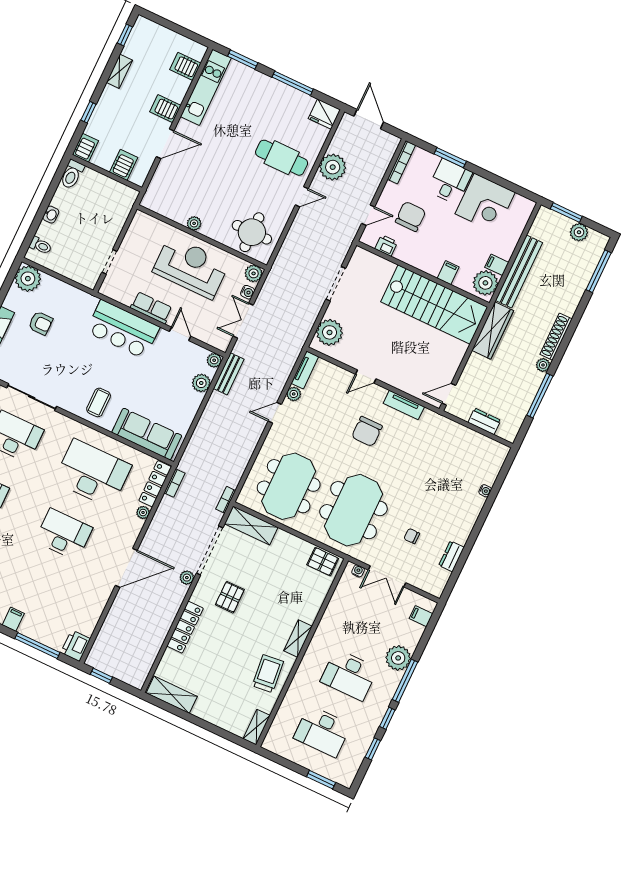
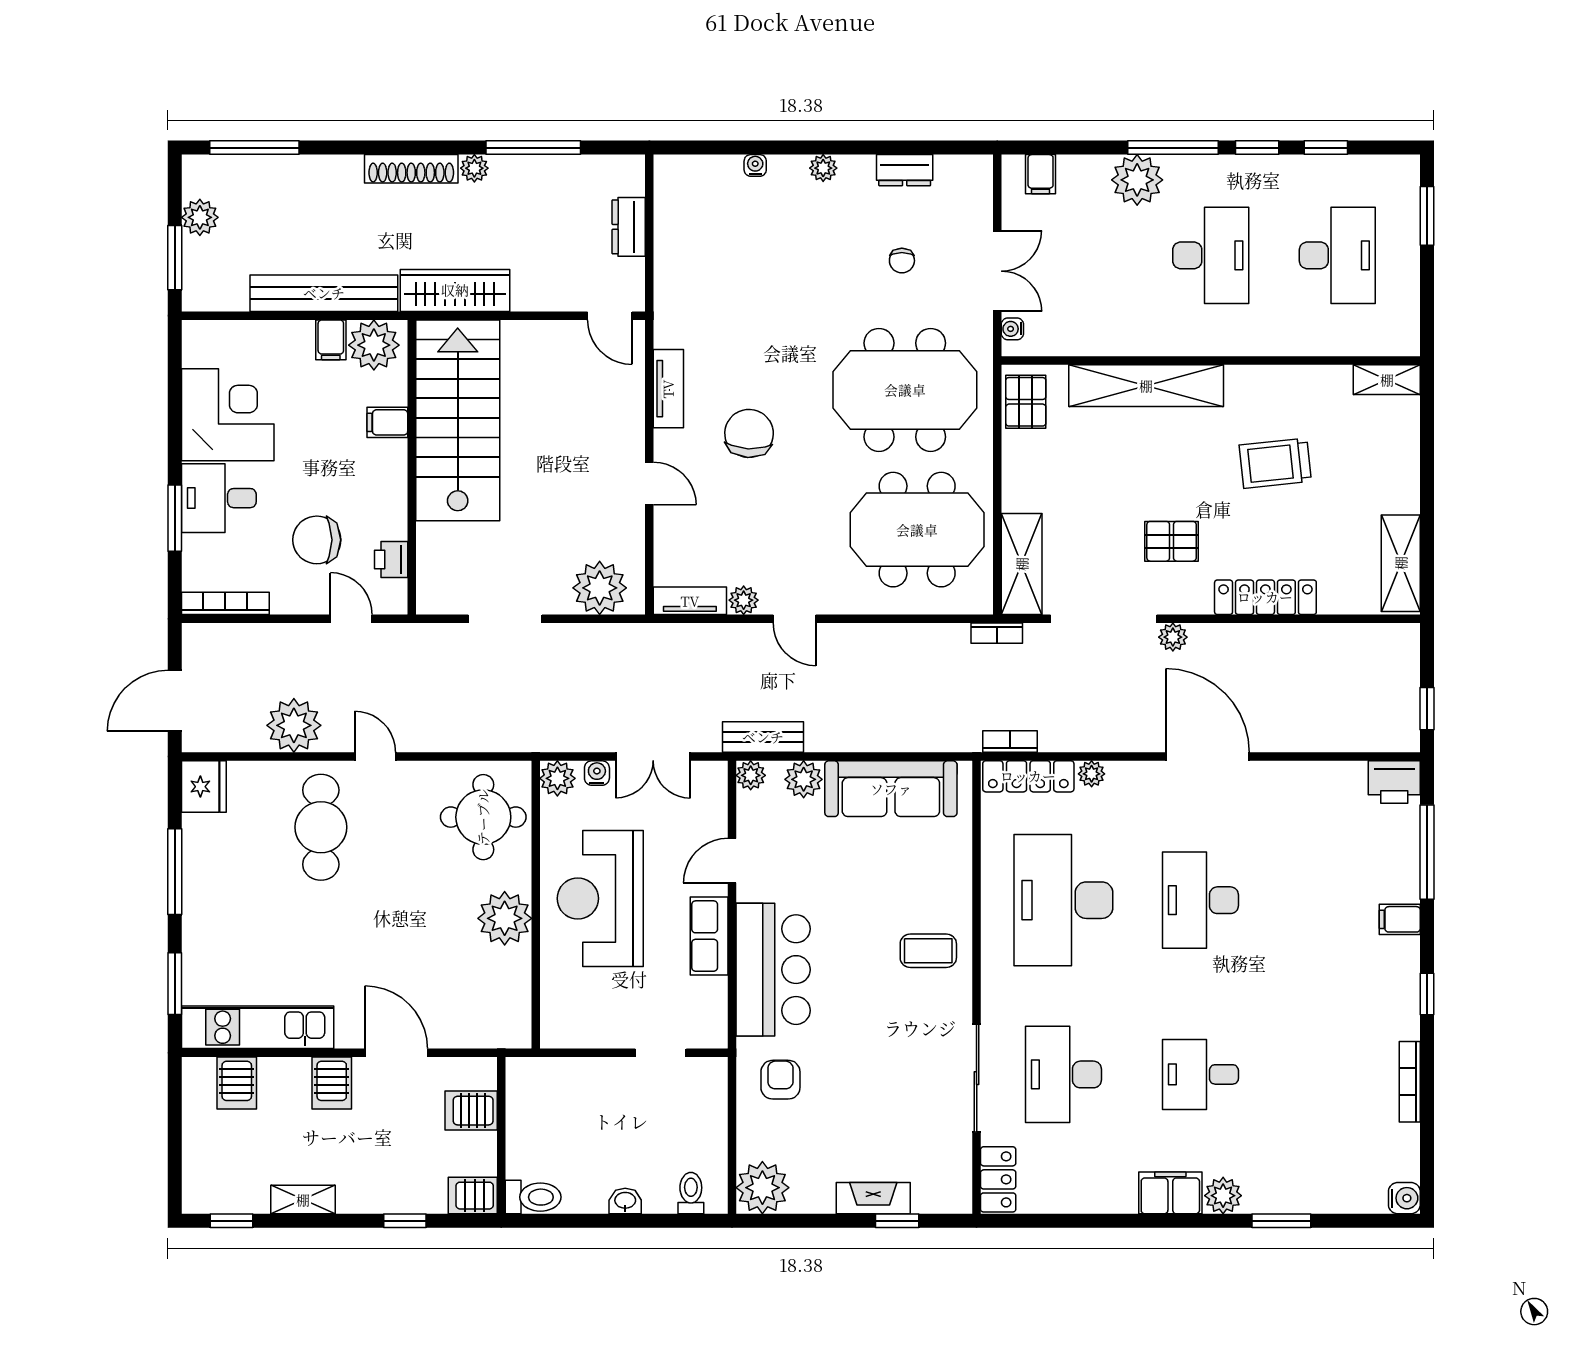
plant: (194, 223) -> (505, 918), width x1.88, depth x1.88
armchair: (41, 323) -> (780, 1080), moved
chair: (367, 432) -> (749, 433), turned -87
sofa: (147, 434) -> (891, 789), moved, turned -90
plant: (470, 521) -> (823, 168), added
shelving: (298, 639) -> (1146, 386), width x2.20, depth x1.33
trolley: (268, 674) -> (1275, 463), moved

